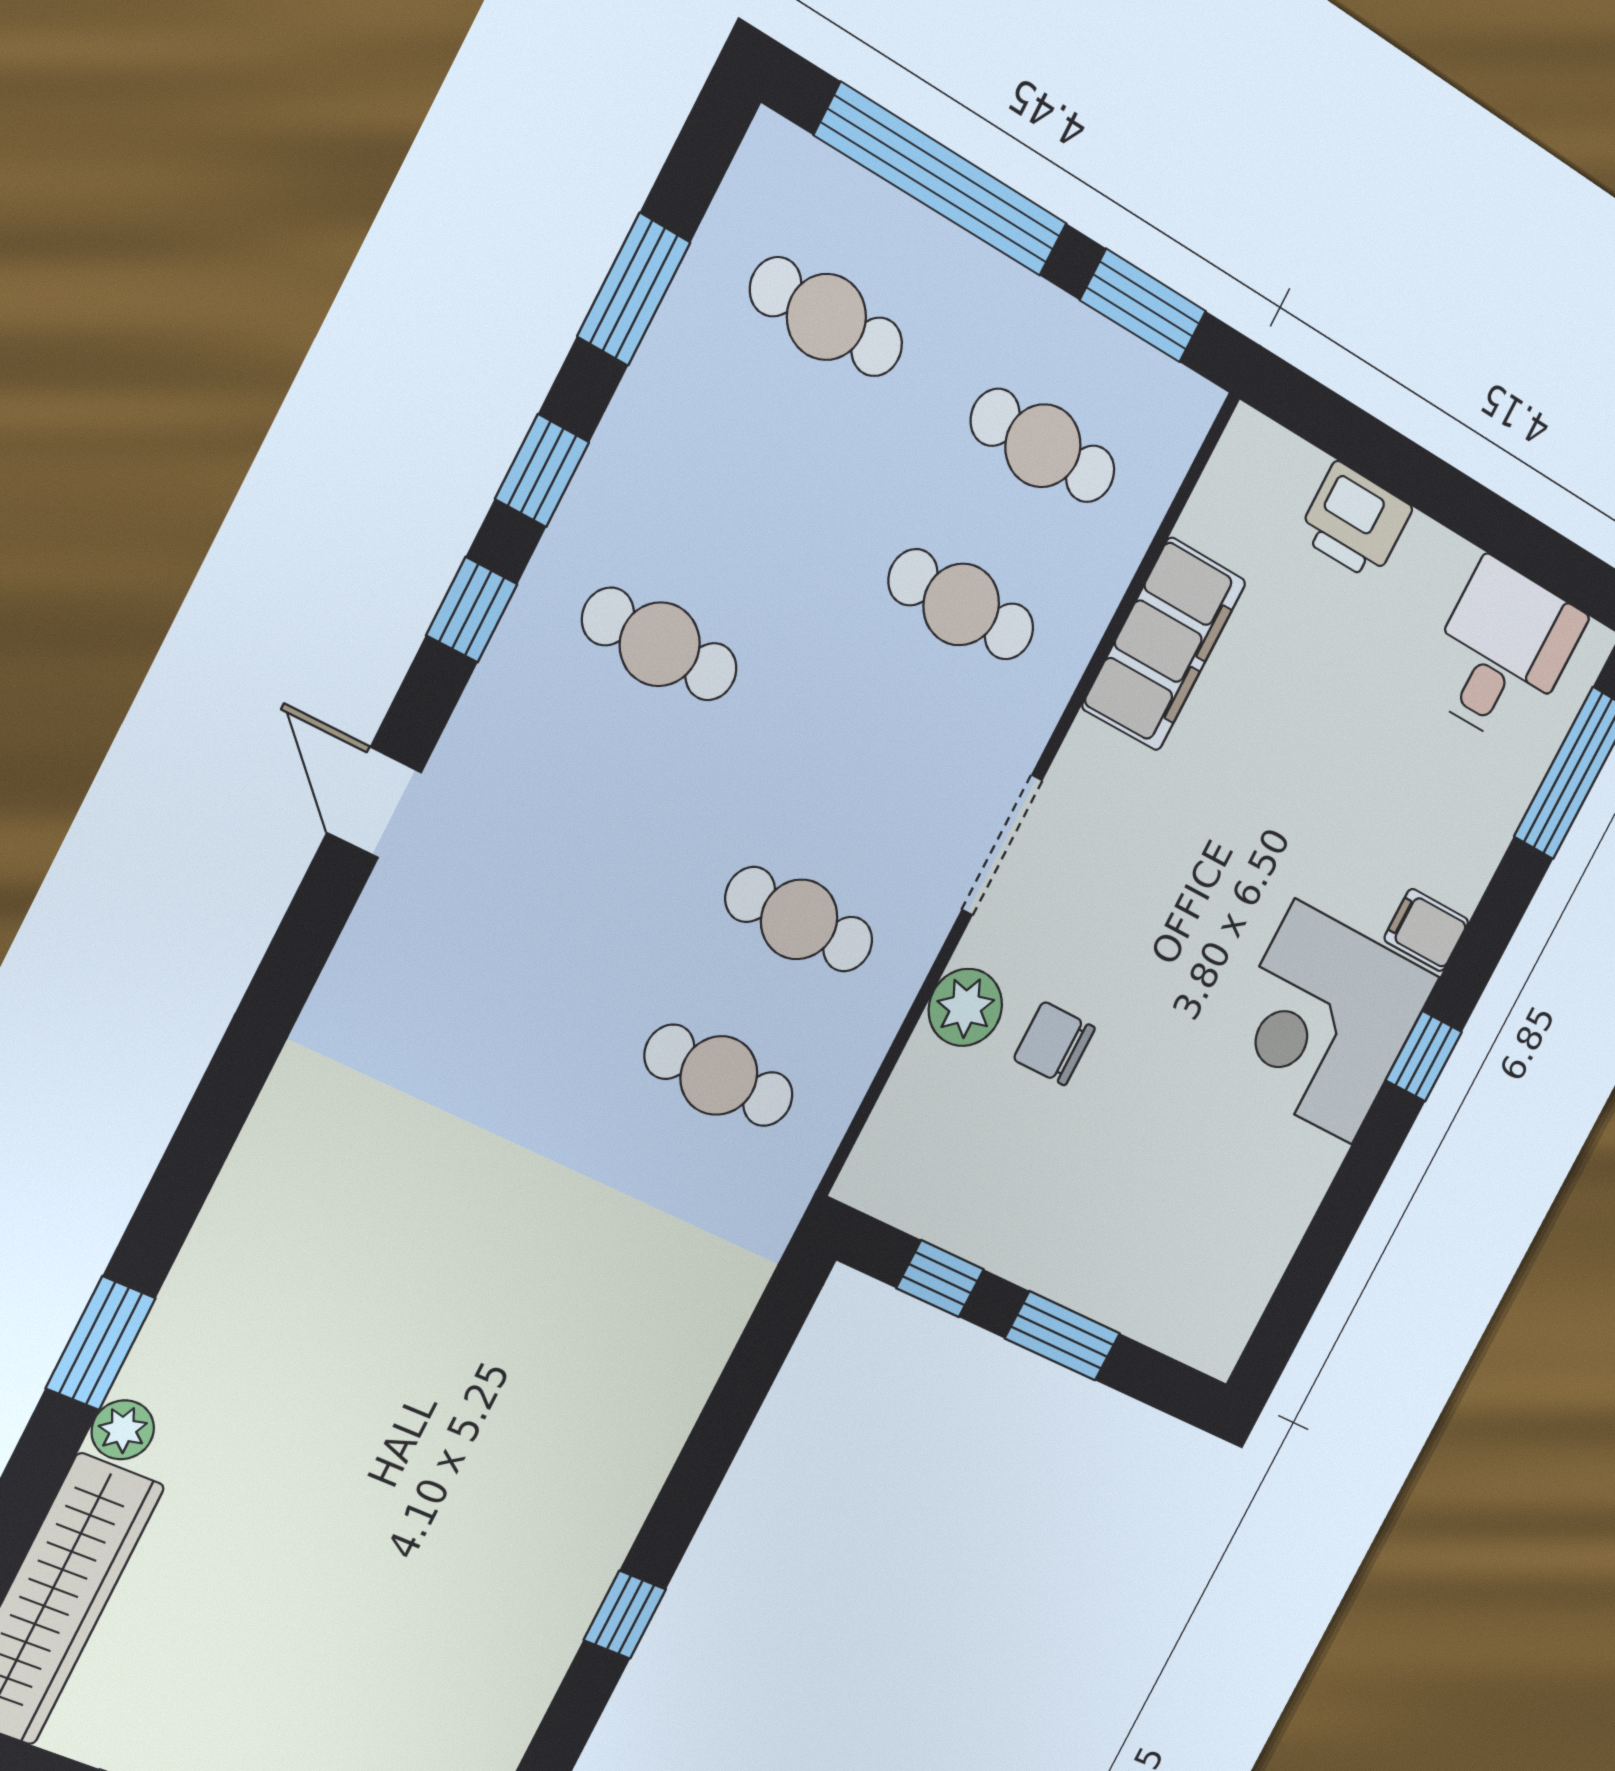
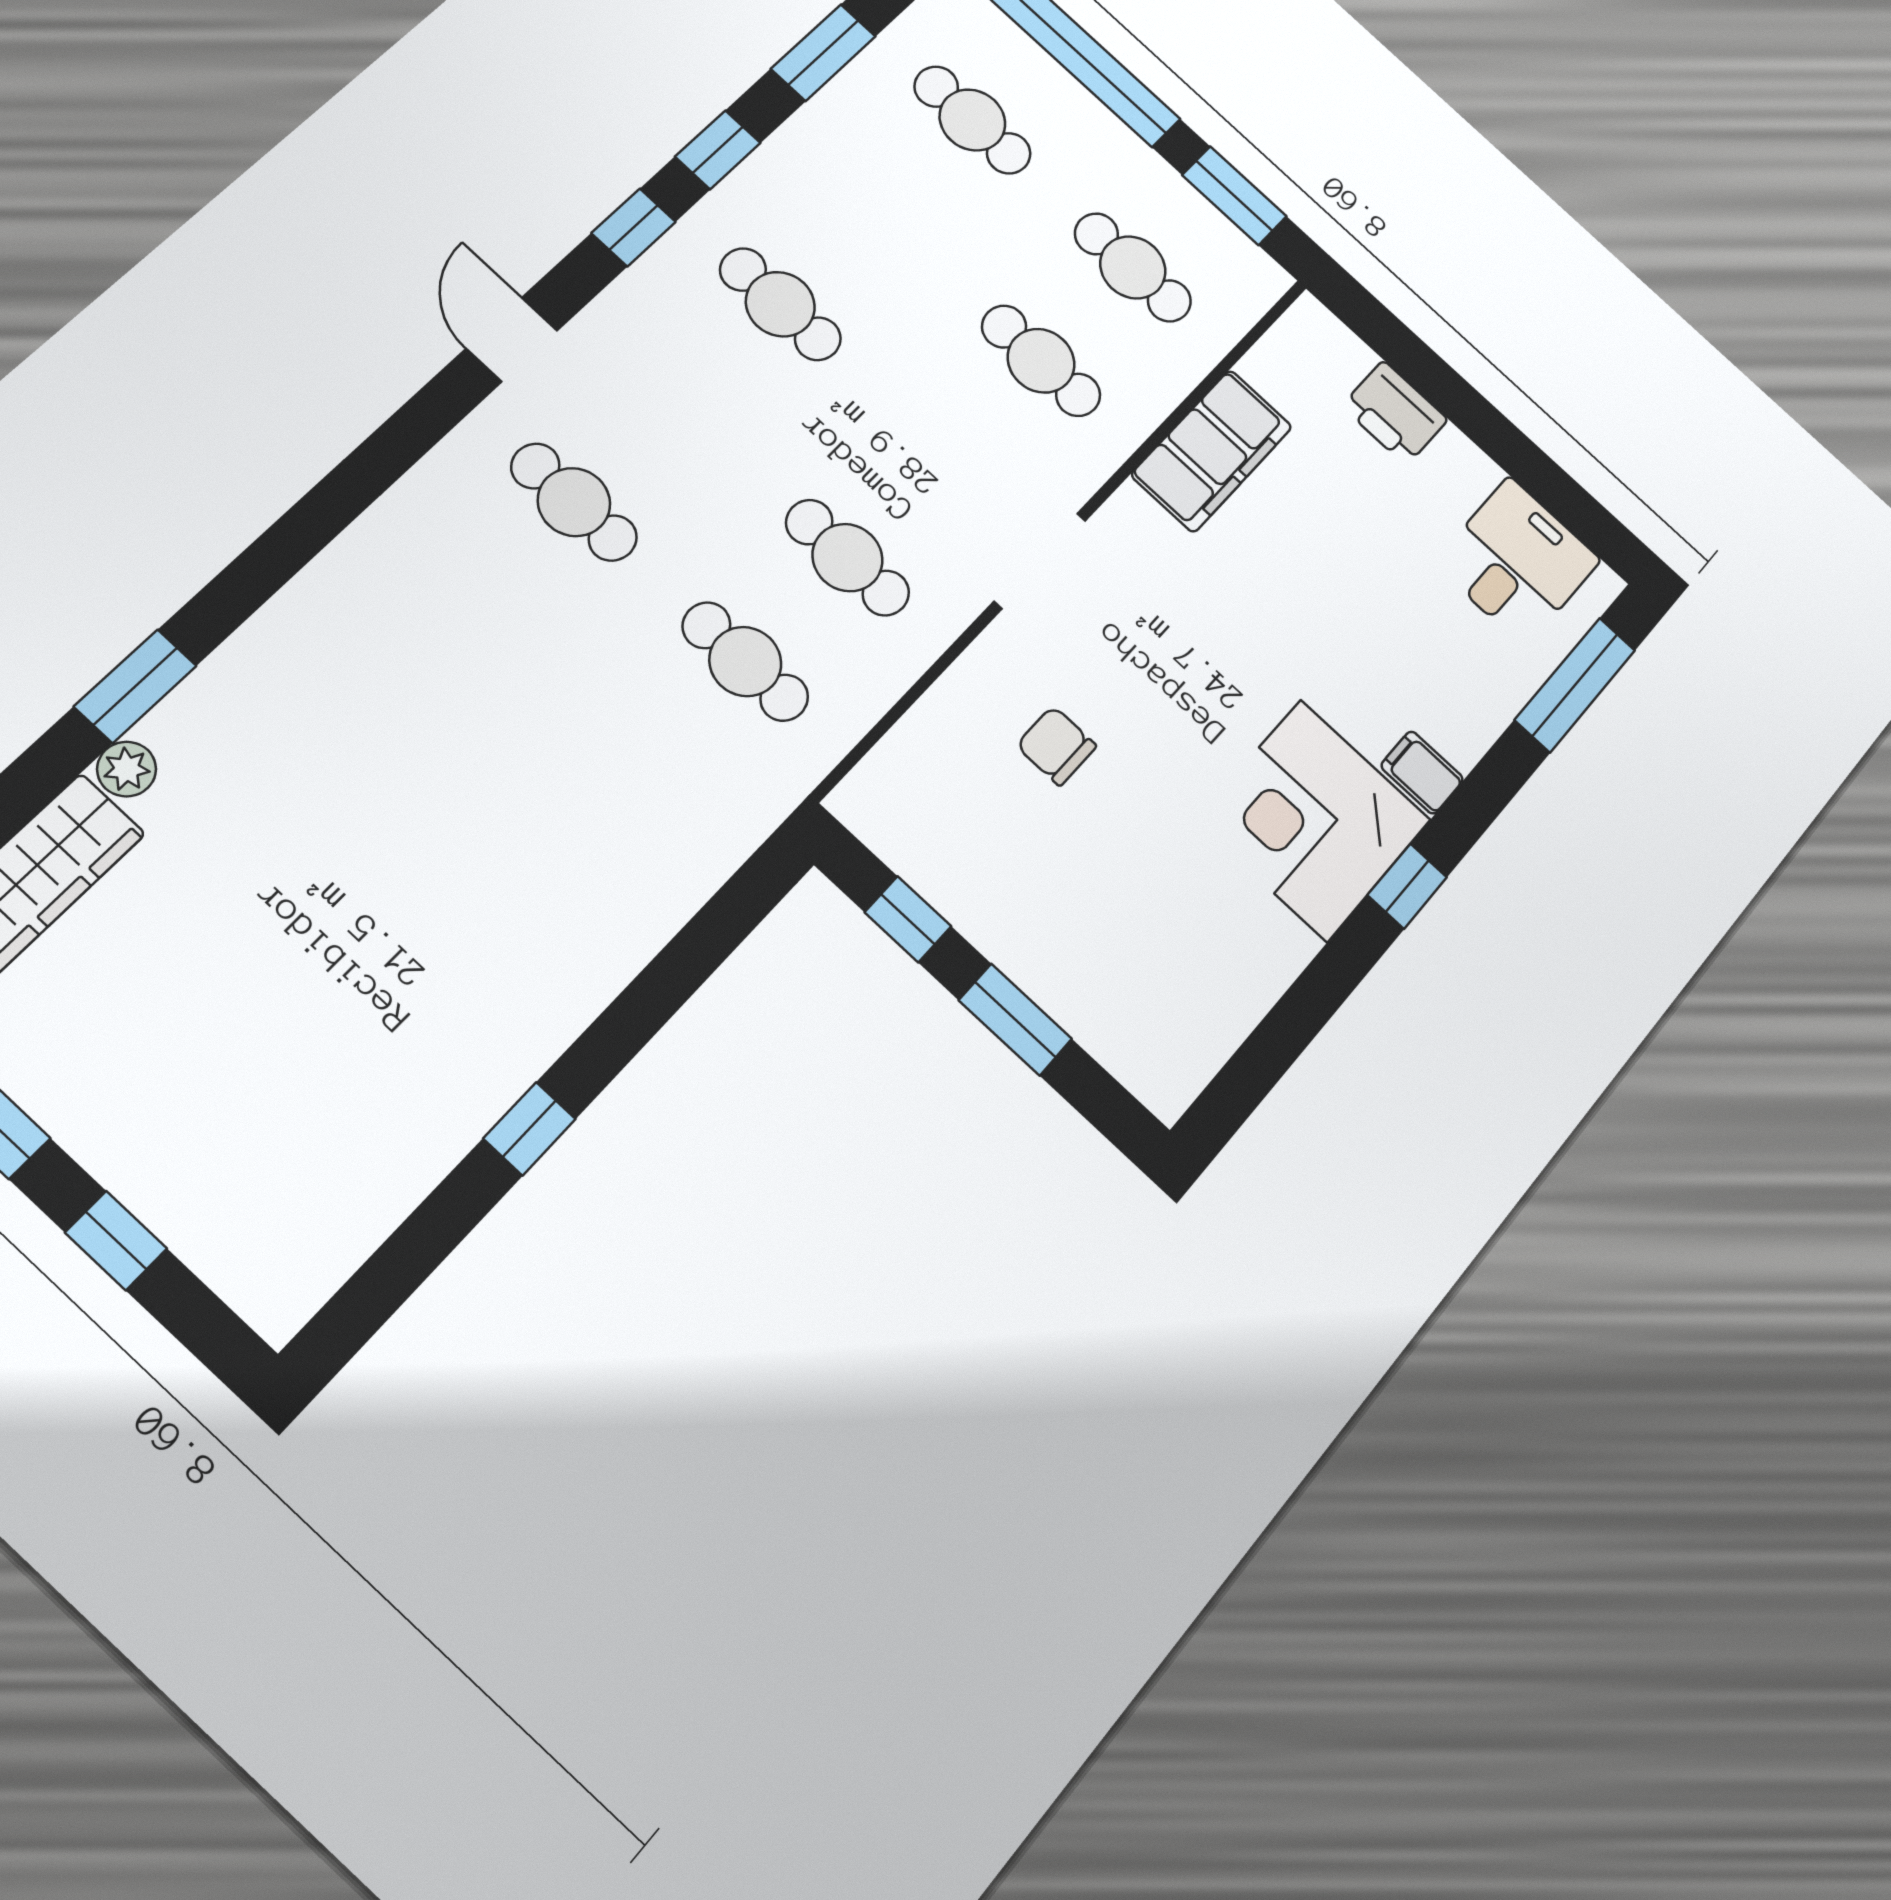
cafe table: (495, 968) -> (574, 502), added
plant: (965, 1007) -> (981, 685), removed

